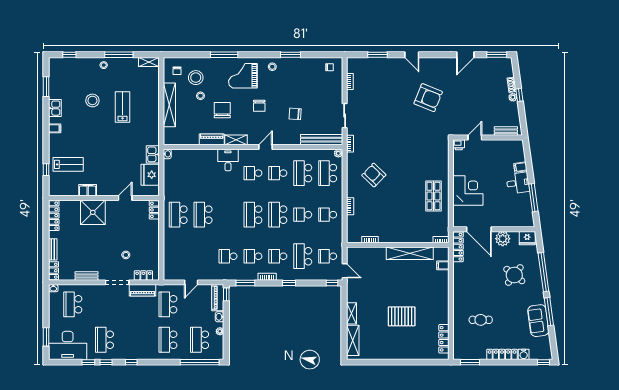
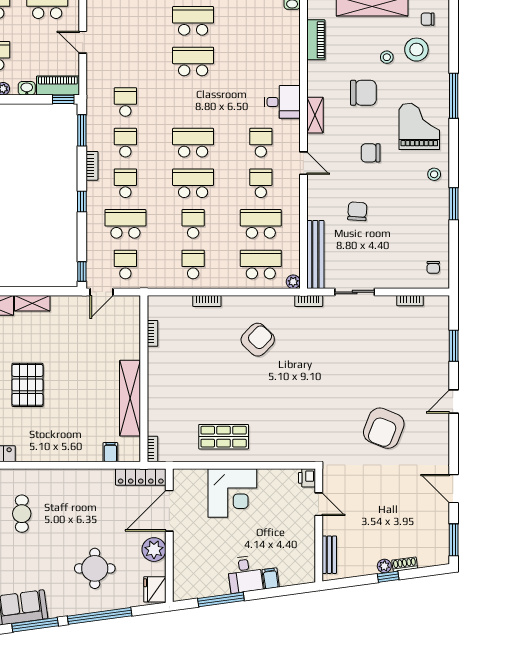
piano: (212, 139) -> (316, 40), moved
round table: (514, 275) -> (95, 568), turned -38

